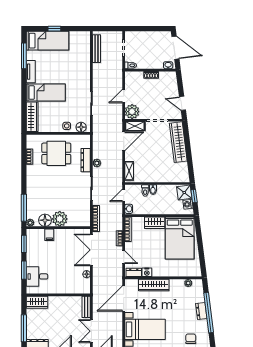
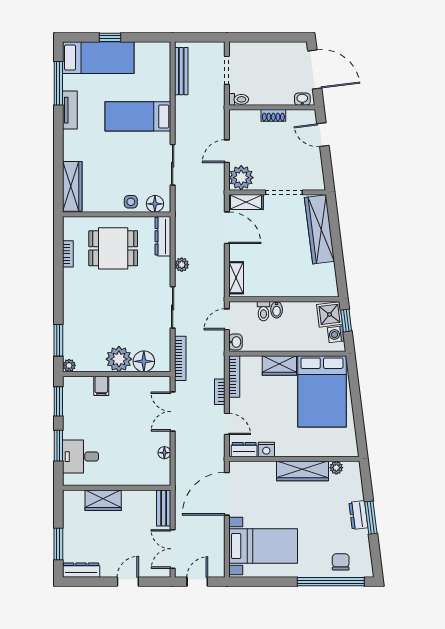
bed: (46, 92) -> (138, 116), moved, turned 180
door: (182, 103) -> (323, 135), moved
door: (124, 141) -> (227, 228), hinge flipped
dresser: (86, 160) -> (163, 236), moved
window: (24, 208) -> (58, 340), width x0.69
floor lamp: (45, 220) -> (144, 361), moved
double door: (91, 250) -> (173, 412), width x0.73
wardrobe: (154, 285) -> (302, 471), moved
wardrobe: (37, 302) -> (103, 500), moved
window: (209, 313) -> (371, 518), width x0.47
window: (24, 328) -> (58, 544), width x0.69

